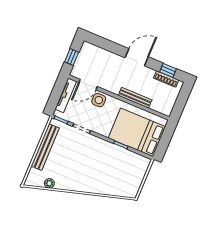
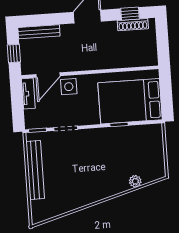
tv unit: (66, 95) -> (28, 94), width x0.71
bench: (135, 98) -> (39, 32), moved
plant: (49, 183) -> (135, 181), moved

